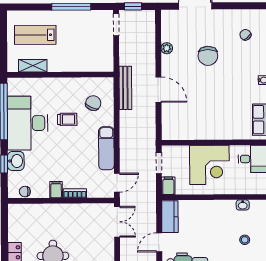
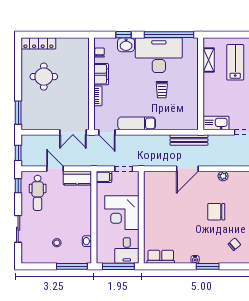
kitchen sink: (106, 57) -> (216, 123), added
chair: (93, 103) -> (176, 112), removed
filing cabinet: (56, 190) -> (101, 74), width x2.00

